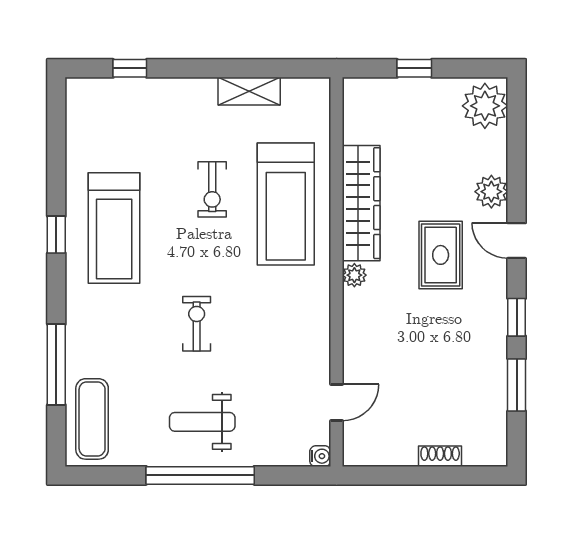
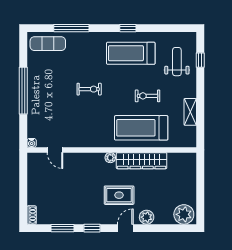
window: (414, 68) -> (200, 184), removed
weight bench: (202, 422) -> (177, 62), moved
shoe rack: (440, 456) -> (32, 215), moved

